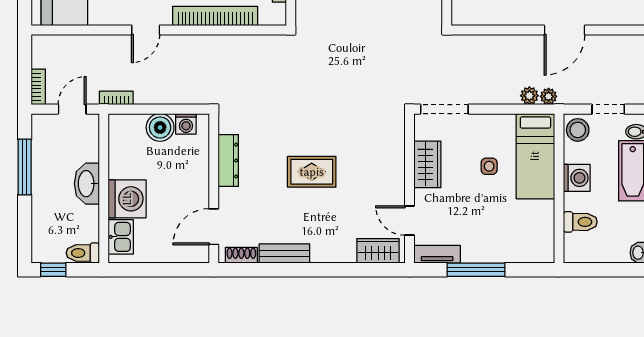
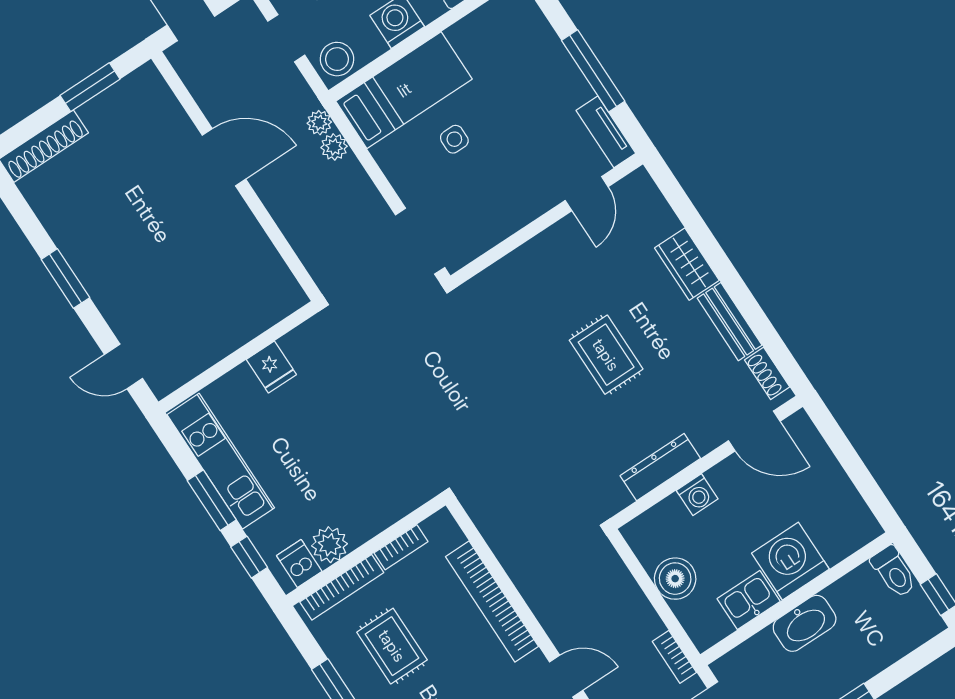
washing machine: (186, 124) -> (697, 495), moved, turned 90
wardrobe: (427, 164) -> (502, 217), removed
kitchen sink: (121, 237) -> (749, 600), moved
wardrobe: (378, 251) -> (687, 264), moved

